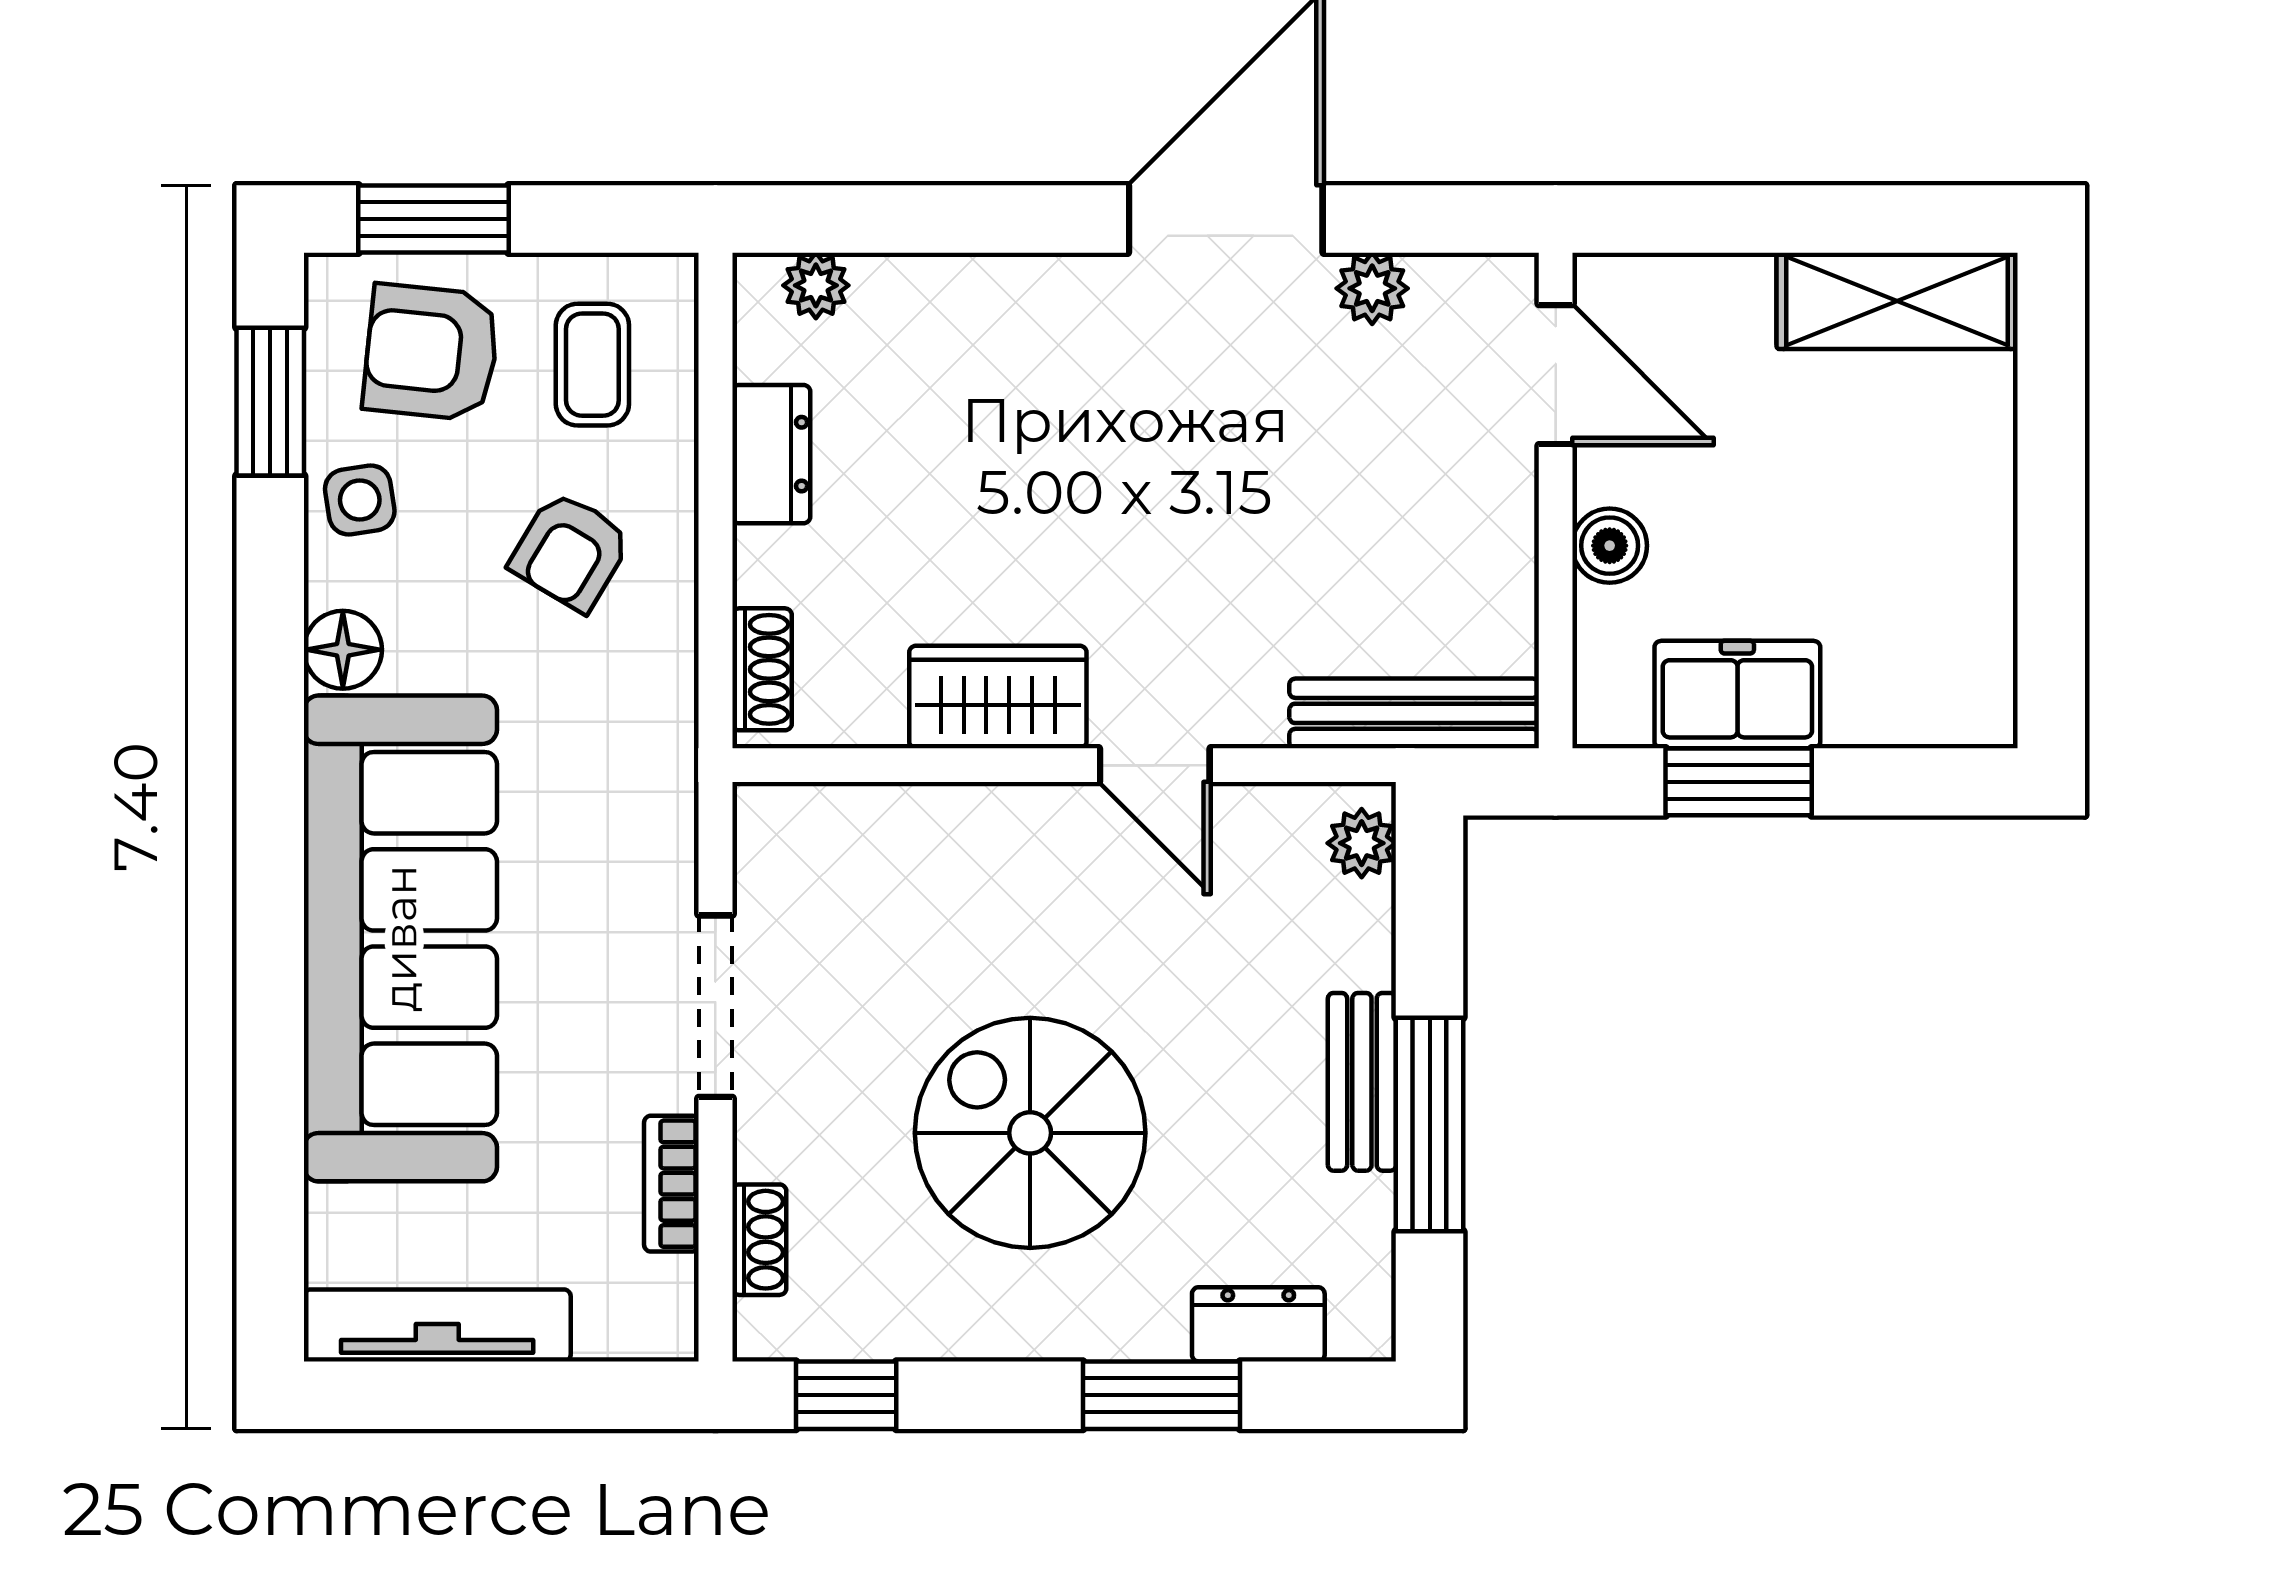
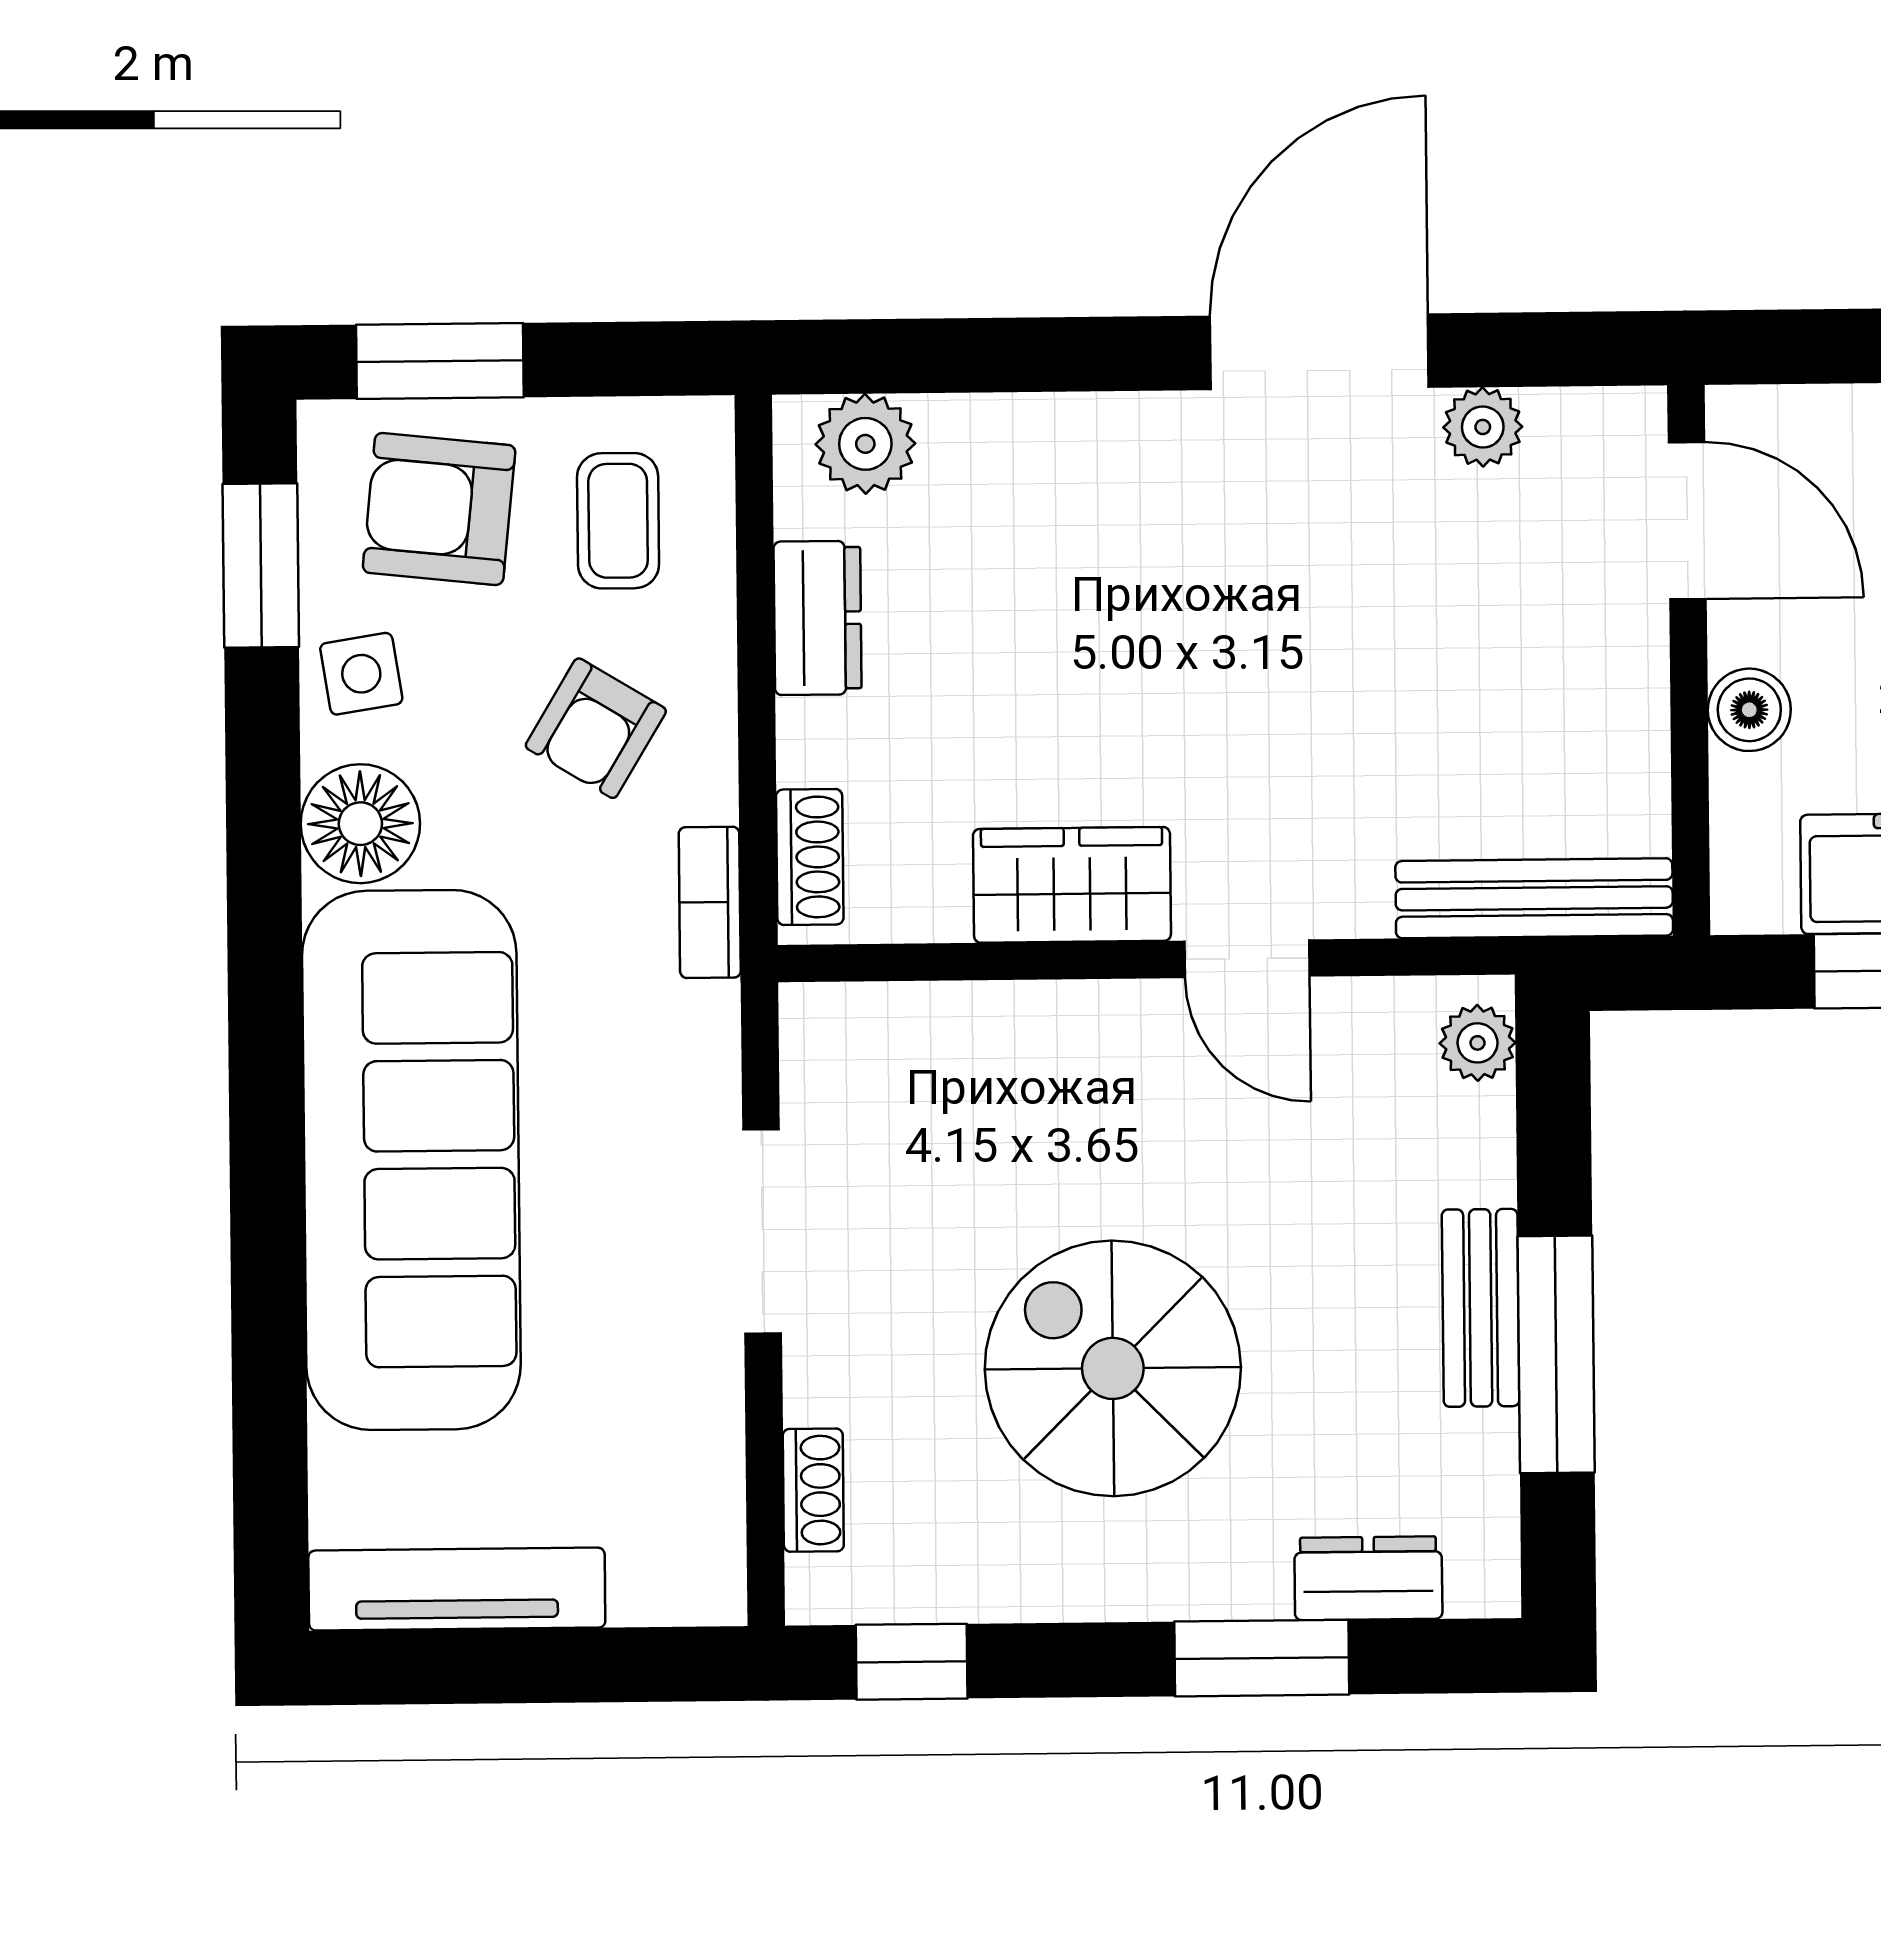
plant: (816, 285) -> (865, 444), width x1.38, depth x1.38
floor lamp: (343, 650) -> (360, 824), width x1.38, depth x1.38
bookcase: (671, 1184) -> (710, 902), moved

